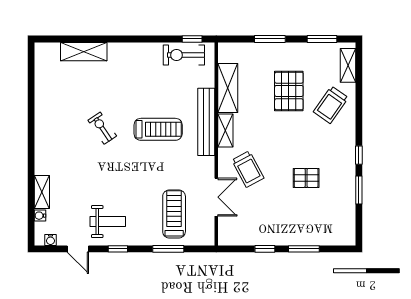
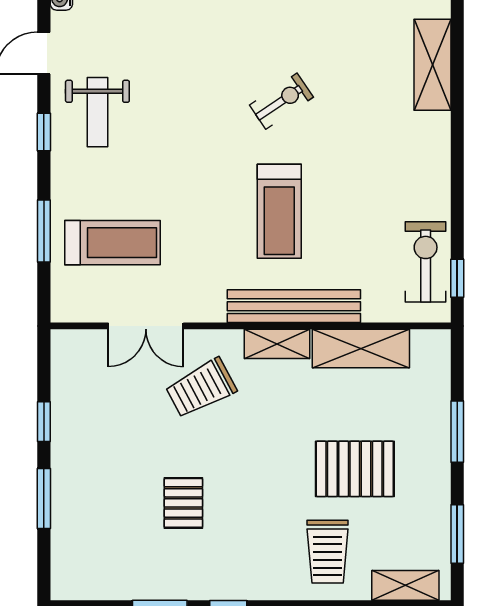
trolley: (331, 105) -> (328, 552), turned -125

